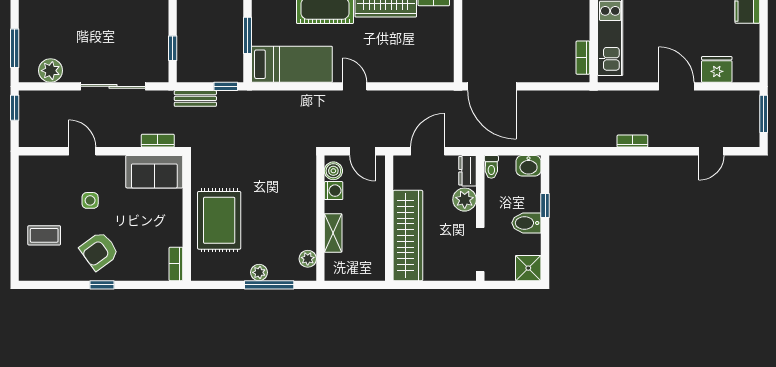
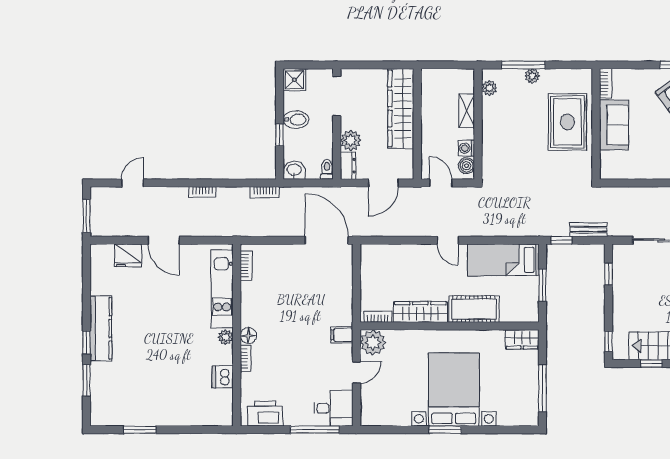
bookcase: (158, 141) -> (265, 192), moved
sofa: (154, 172) -> (614, 125), moved, turned 90

